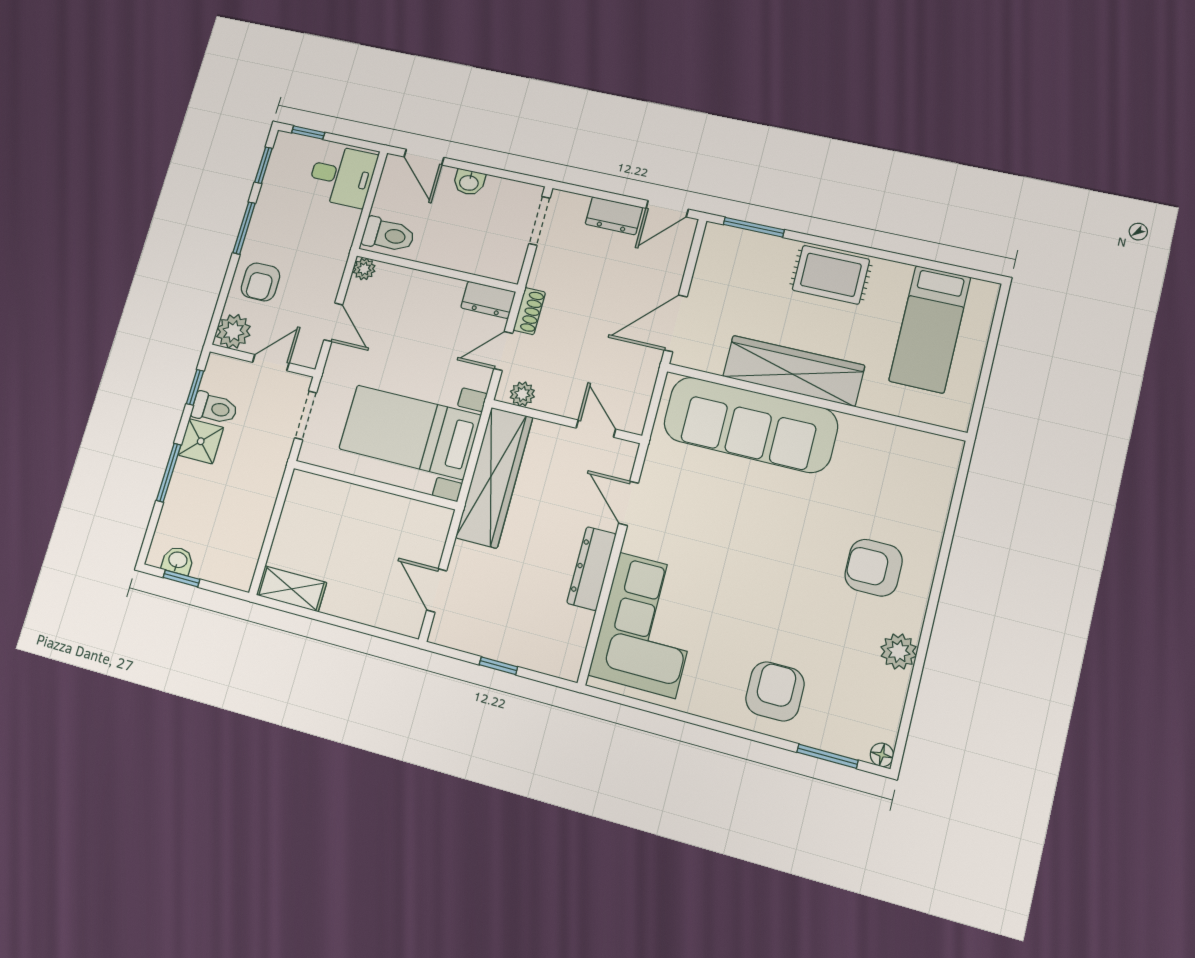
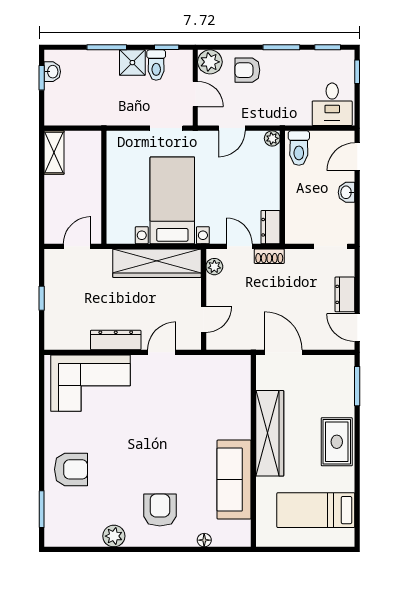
sofa: (750, 425) -> (234, 480), moved, width x0.74, depth x0.79
wall: (375, 485) -> (104, 187), moved
floor lamp: (882, 755) -> (204, 540), moved

